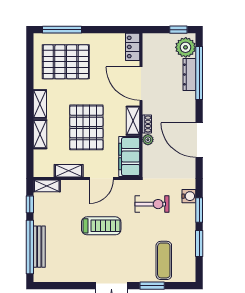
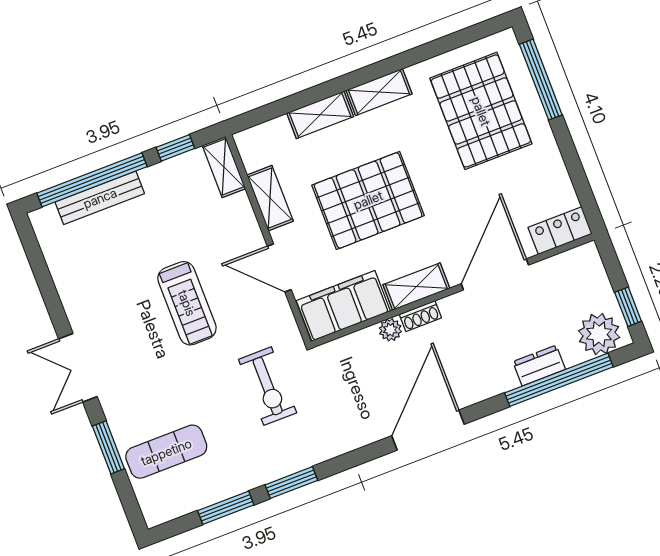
dresser: (189, 75) -> (539, 366), width x0.70
water cooler: (189, 196) -> (311, 452), removed

